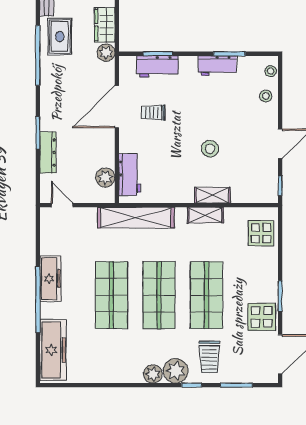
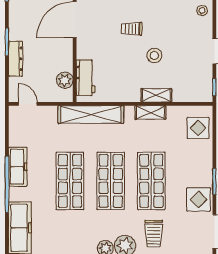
trolley: (153, 113) -> (132, 29), moved

